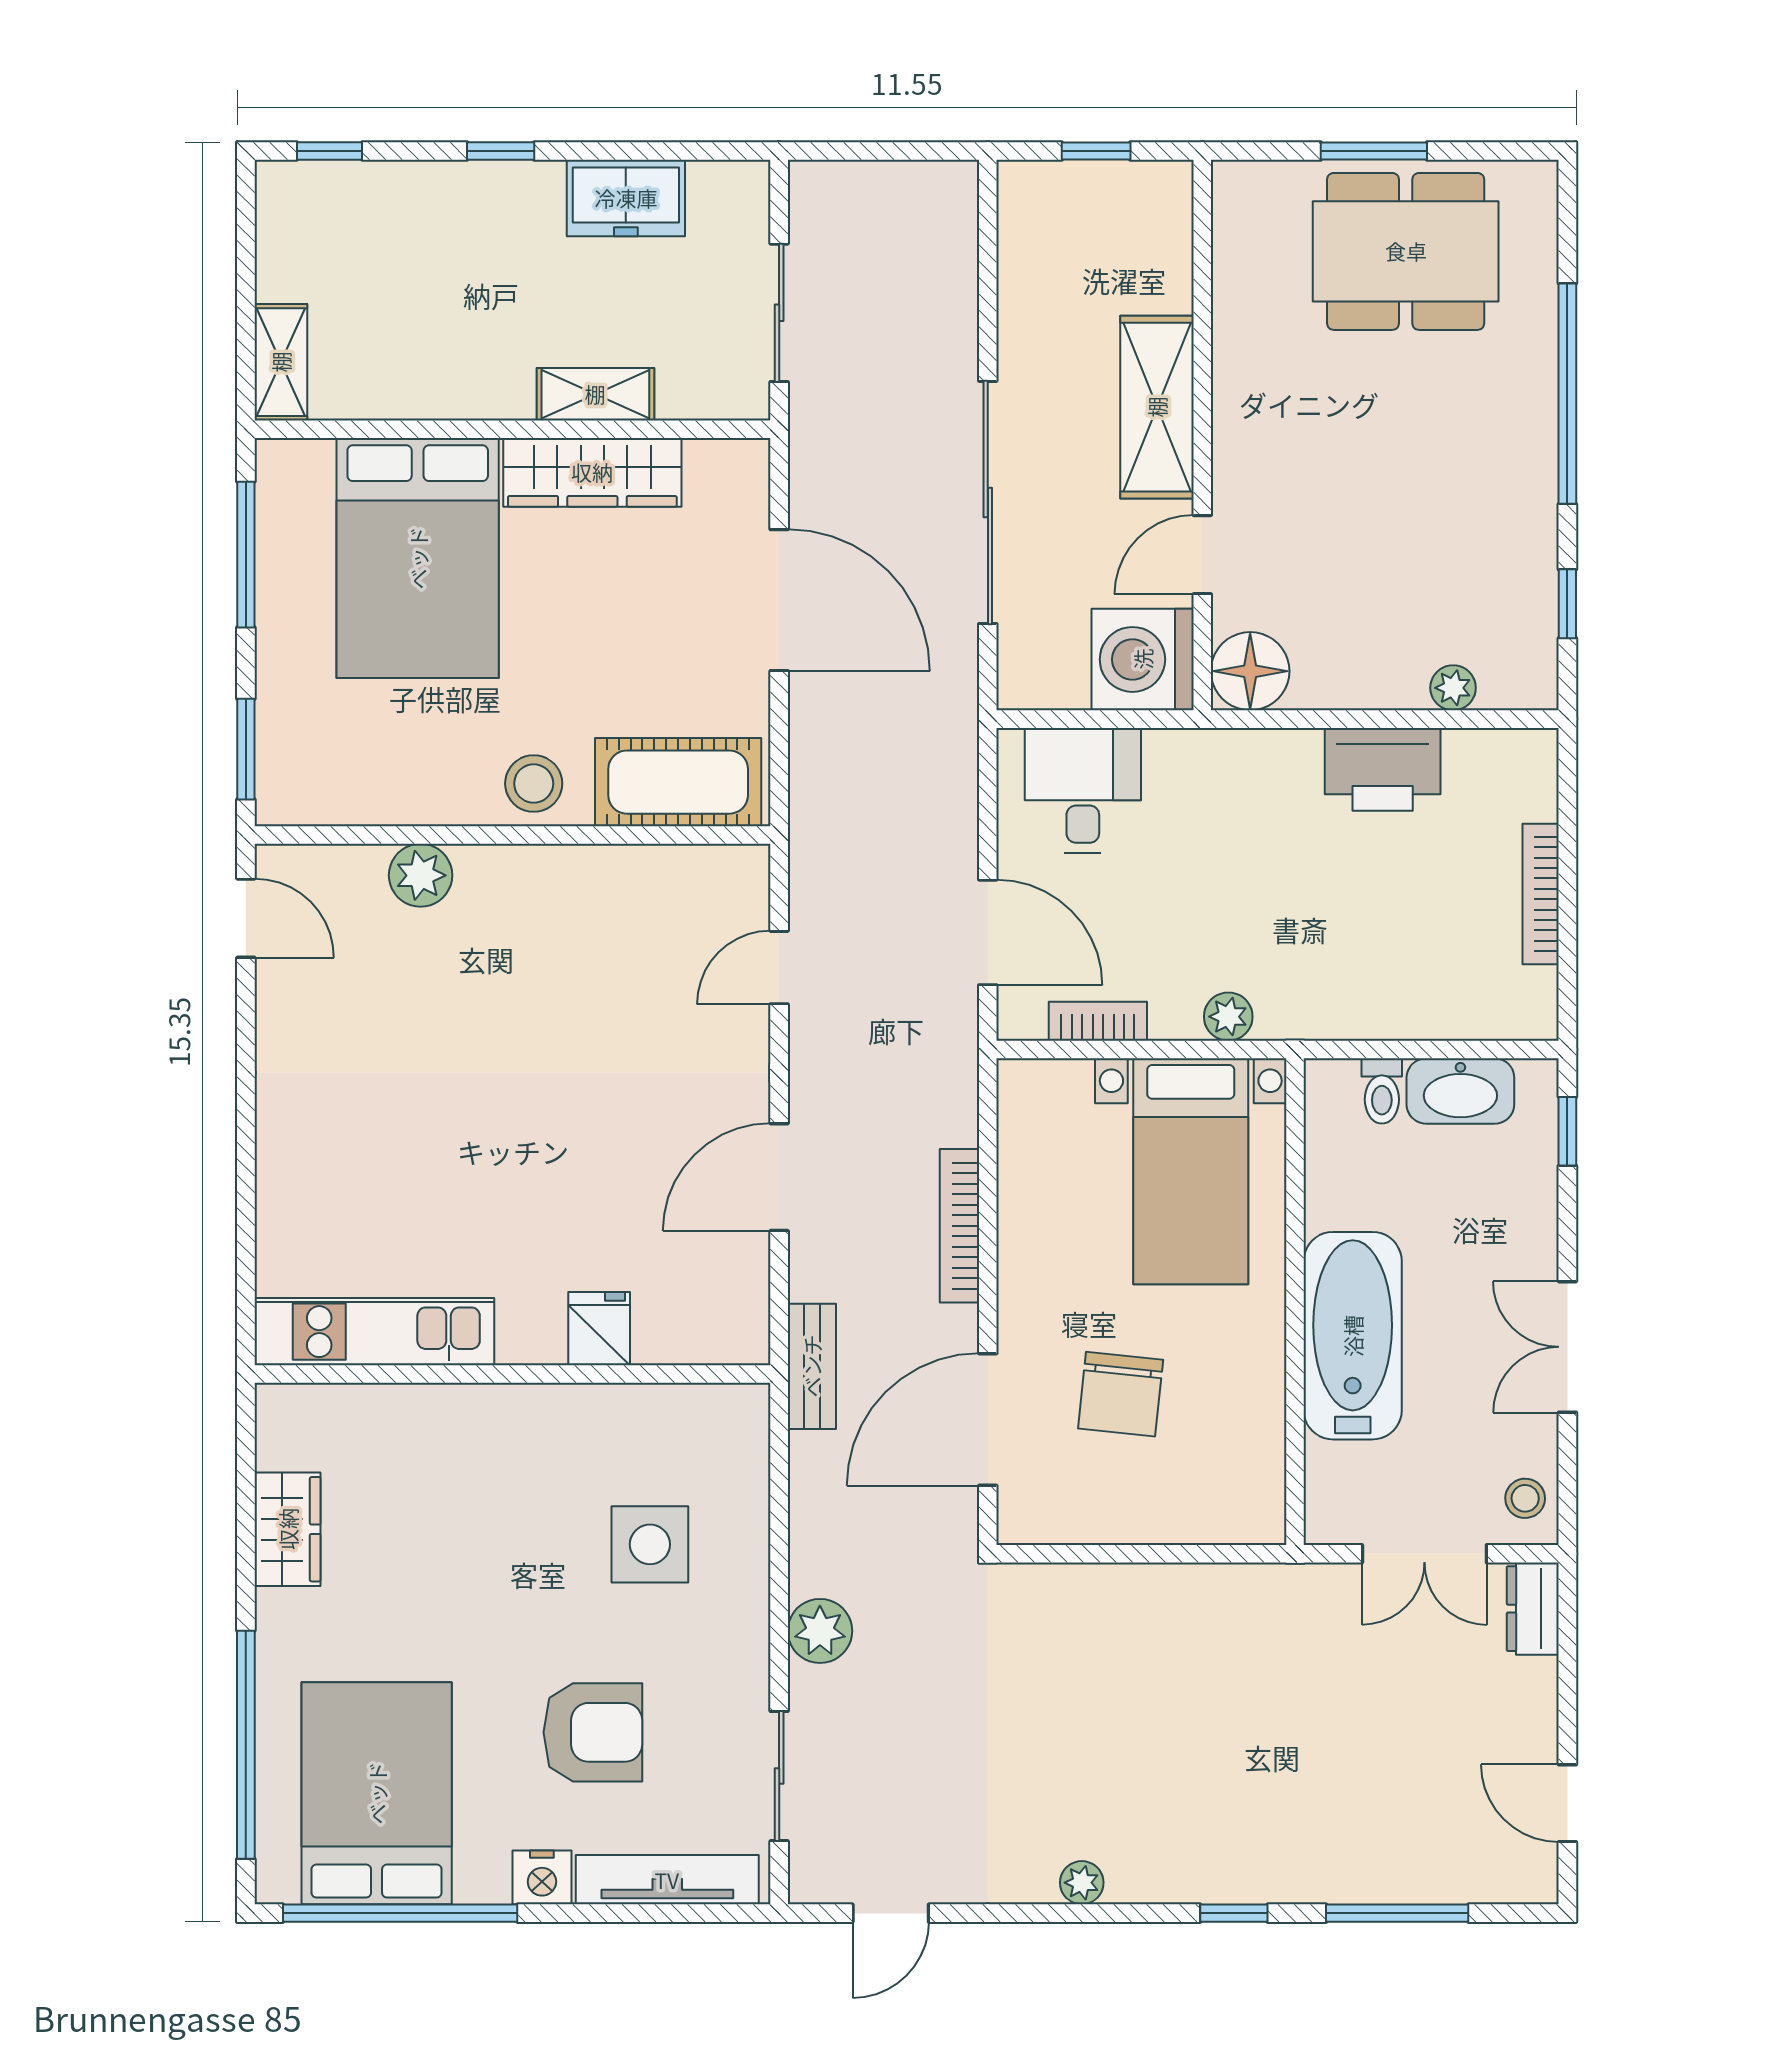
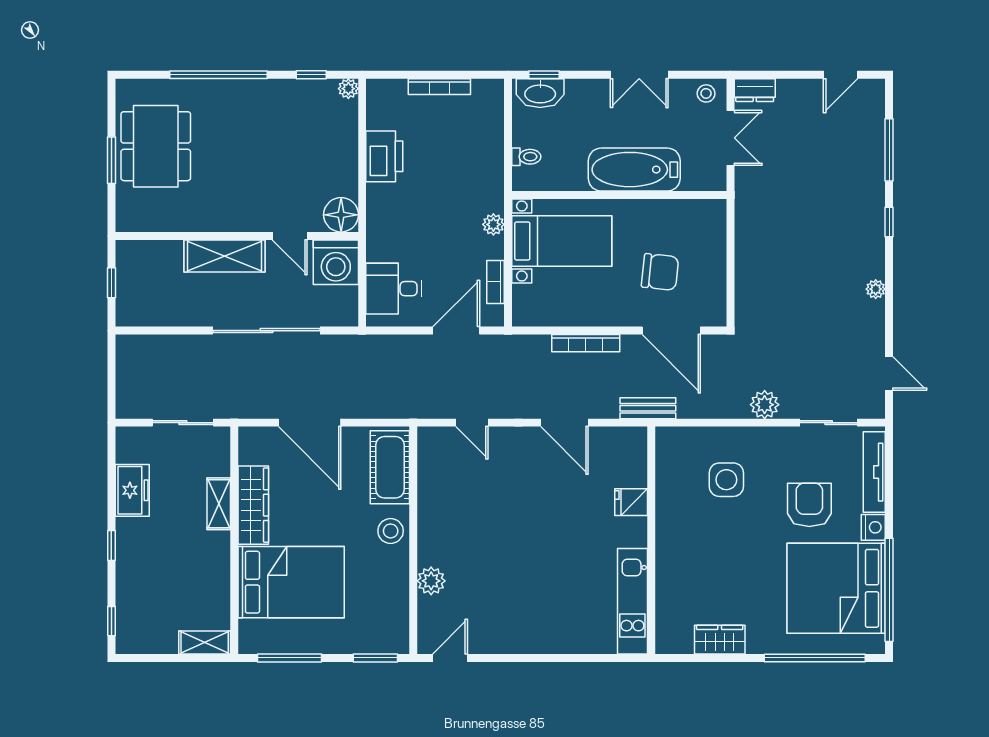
door: (779, 600) -> (310, 423), swing flipped
plant: (1453, 688) -> (348, 89), moved
washbasin: (1460, 1091) -> (540, 93), moved, turned 90
bed: (377, 1793) -> (836, 588), width x1.36

